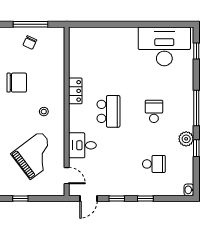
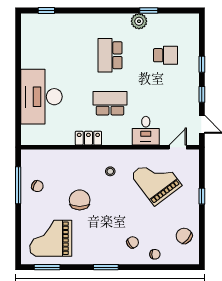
desk: (164, 46) -> (42, 97), moved
window: (196, 108) -> (106, 11), removed
school desk: (154, 111) -> (110, 55), width x1.85
school desk: (154, 164) -> (165, 55), turned 90
washbasin: (189, 190) -> (193, 18), removed

